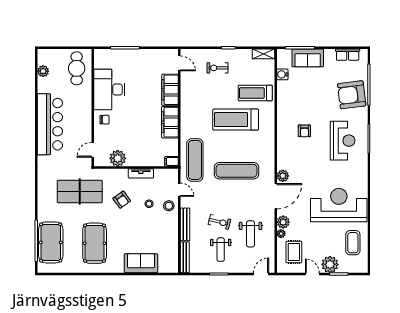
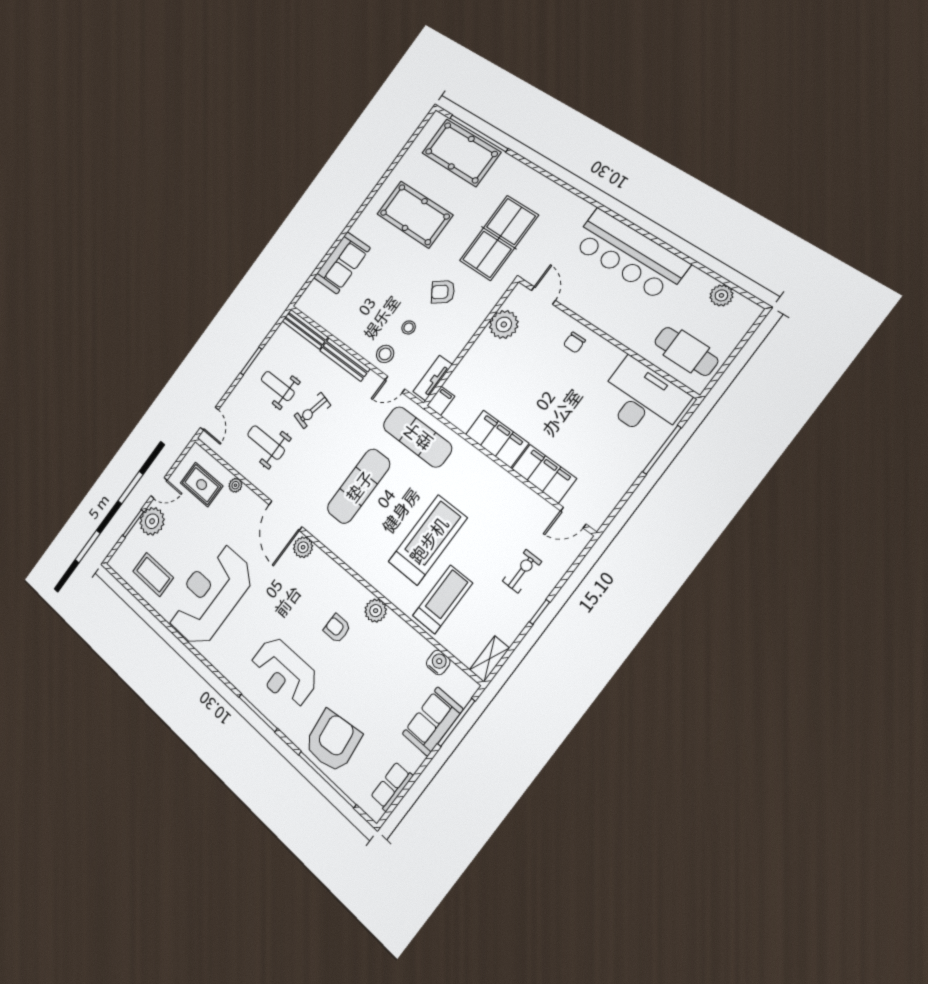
desk: (109, 89) -> (643, 399), moved
tv unit: (141, 173) -> (433, 378), moved
reception desk: (339, 205) -> (210, 595), turned 180
plant: (283, 222) -> (376, 611), moved

